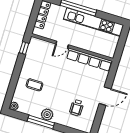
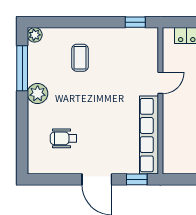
door: (62, 44) -> (160, 83), swing flipped
window: (112, 74) -> (137, 179), added
window: (41, 122) -> (22, 68), moved

